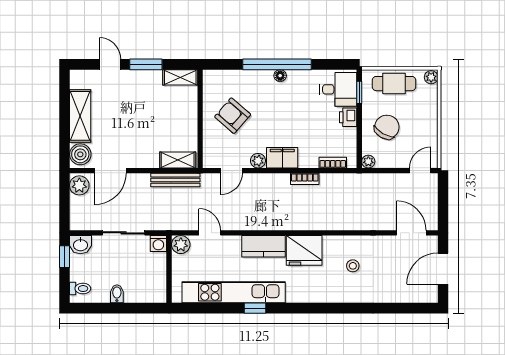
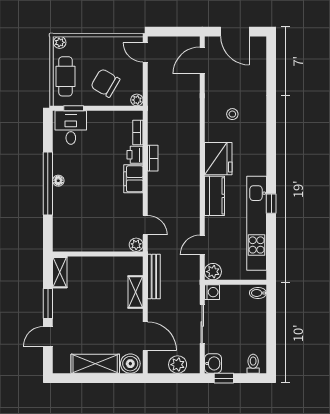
armchair: (233, 116) -> (95, 224), removed
printer: (348, 117) -> (135, 155), moved, turned 90
shelving: (178, 160) -> (135, 292), moved
plant: (258, 161) -> (136, 245), moved
plant: (79, 185) -> (178, 365), moved
bidet: (117, 294) -> (258, 293), moved

